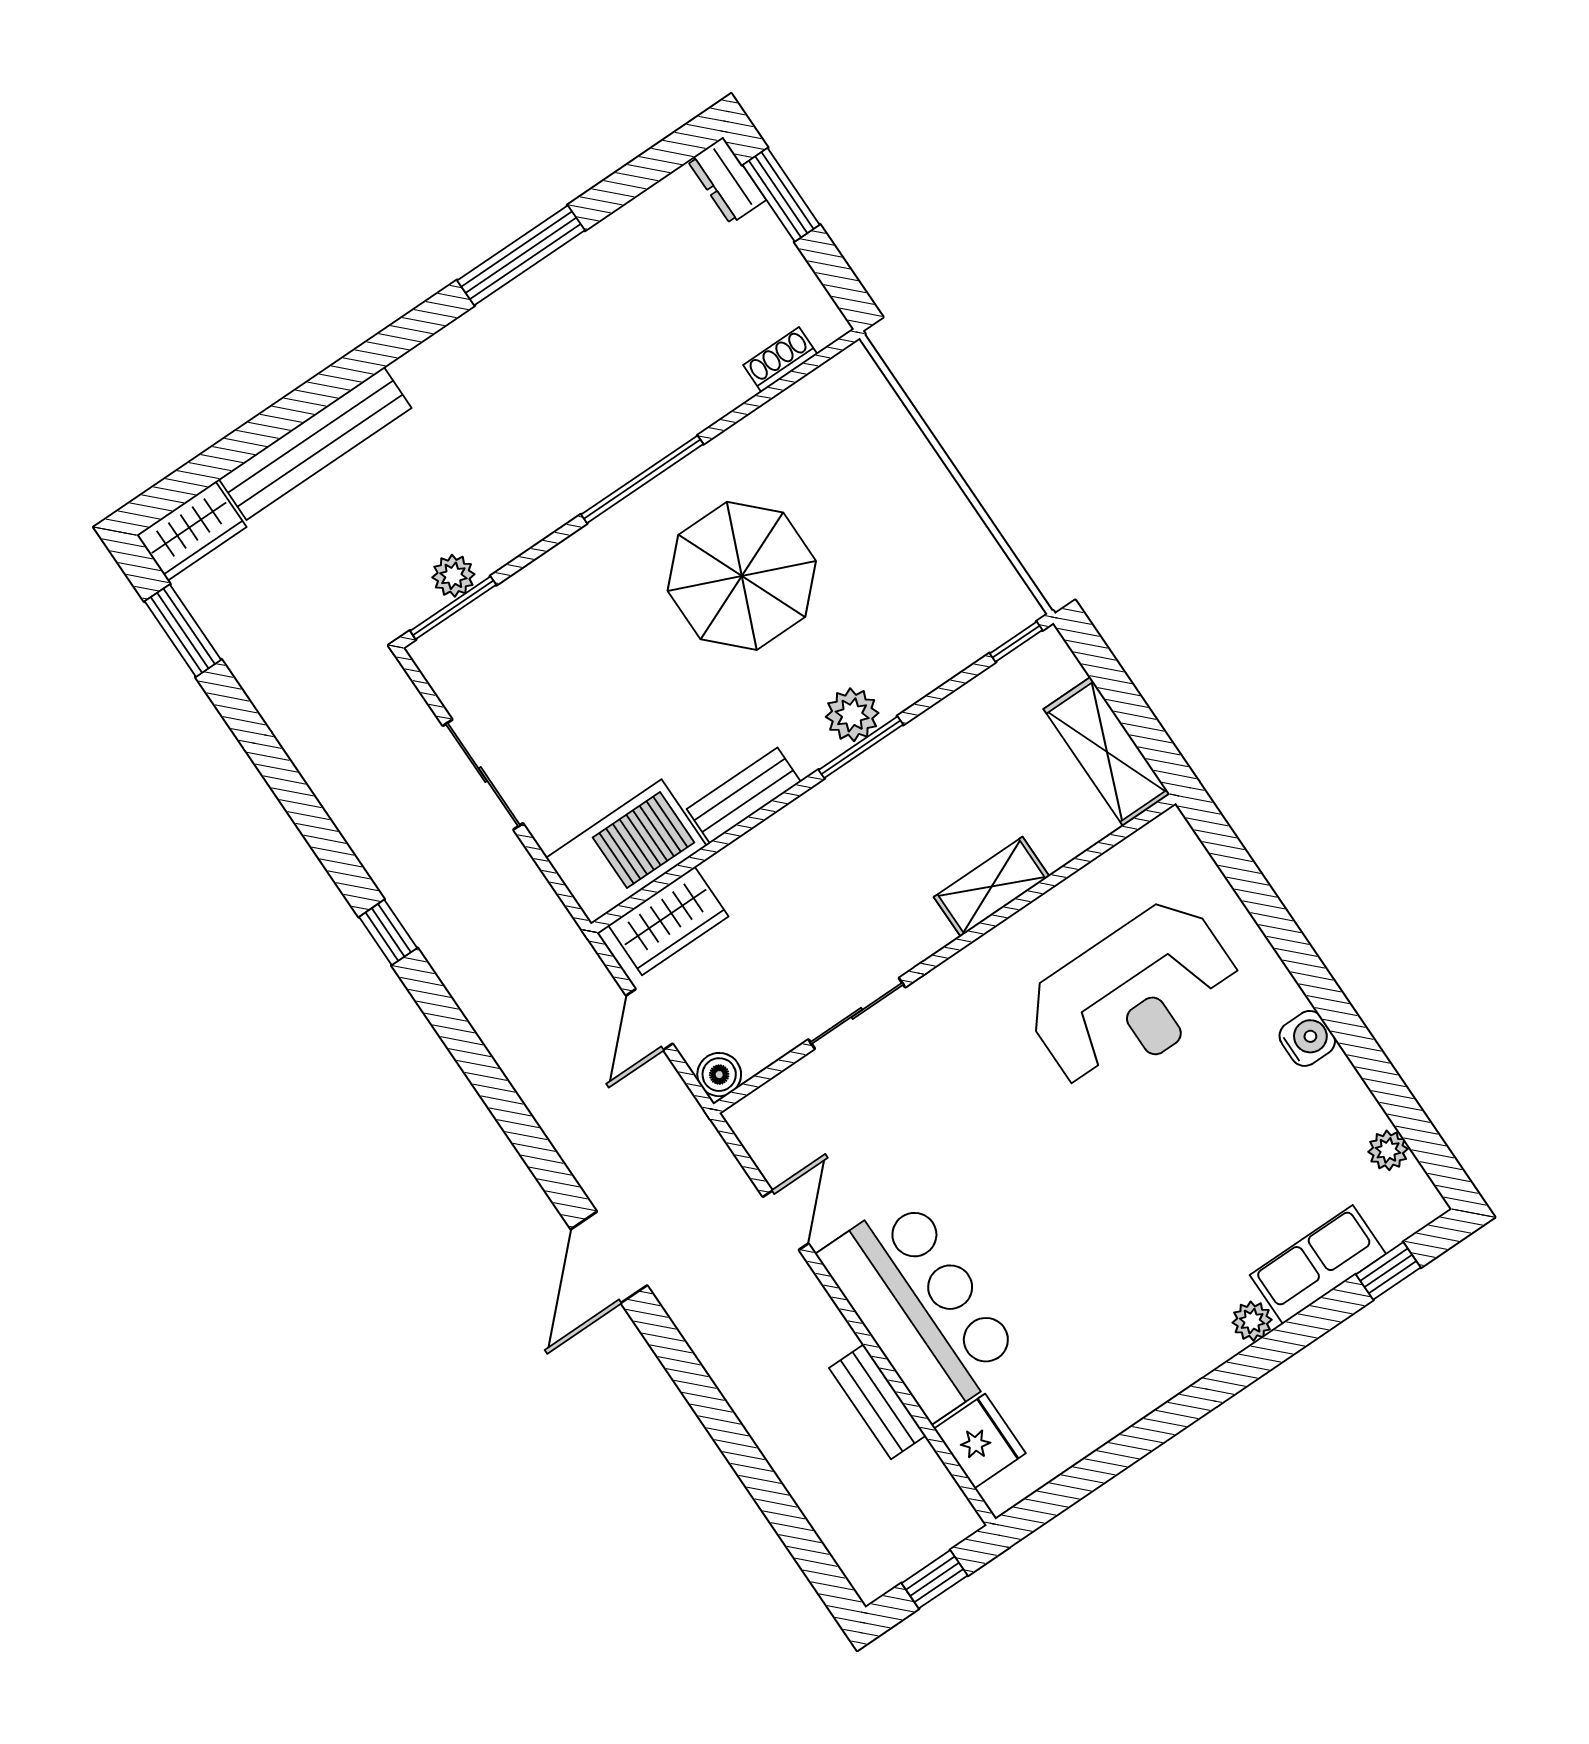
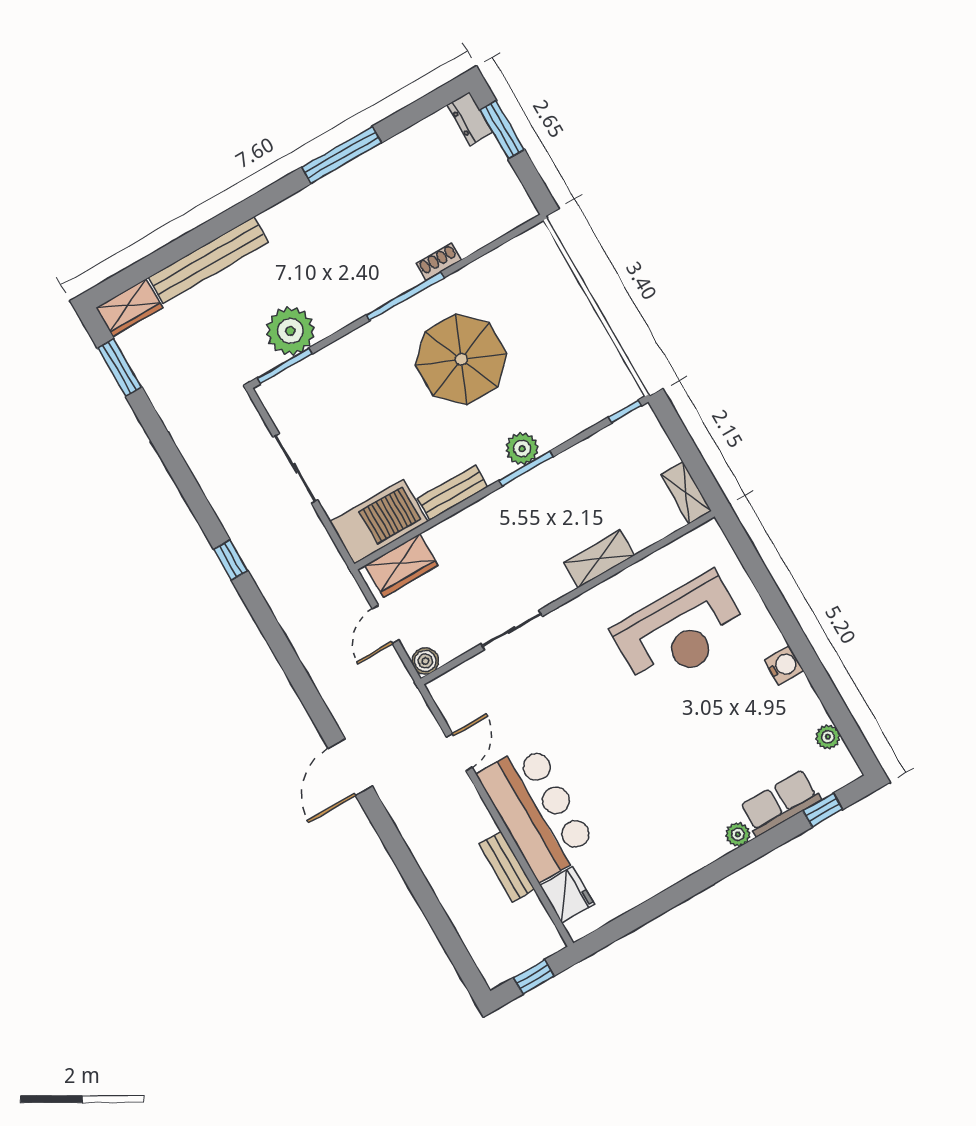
shoe rack: (780, 359) -> (439, 262), moved
plant: (453, 576) -> (290, 331), width x1.87, depth x1.87
shelving: (1107, 752) -> (686, 493), width x0.67, depth x0.75

